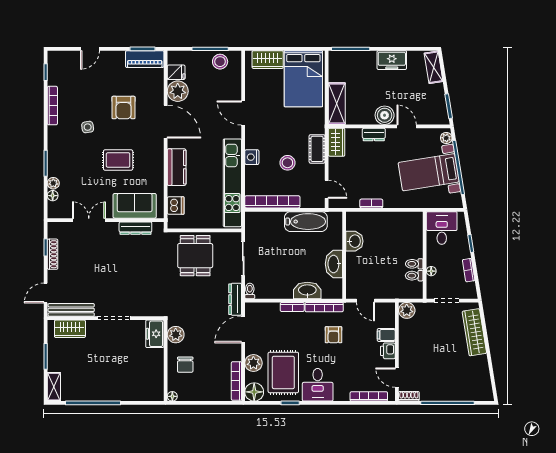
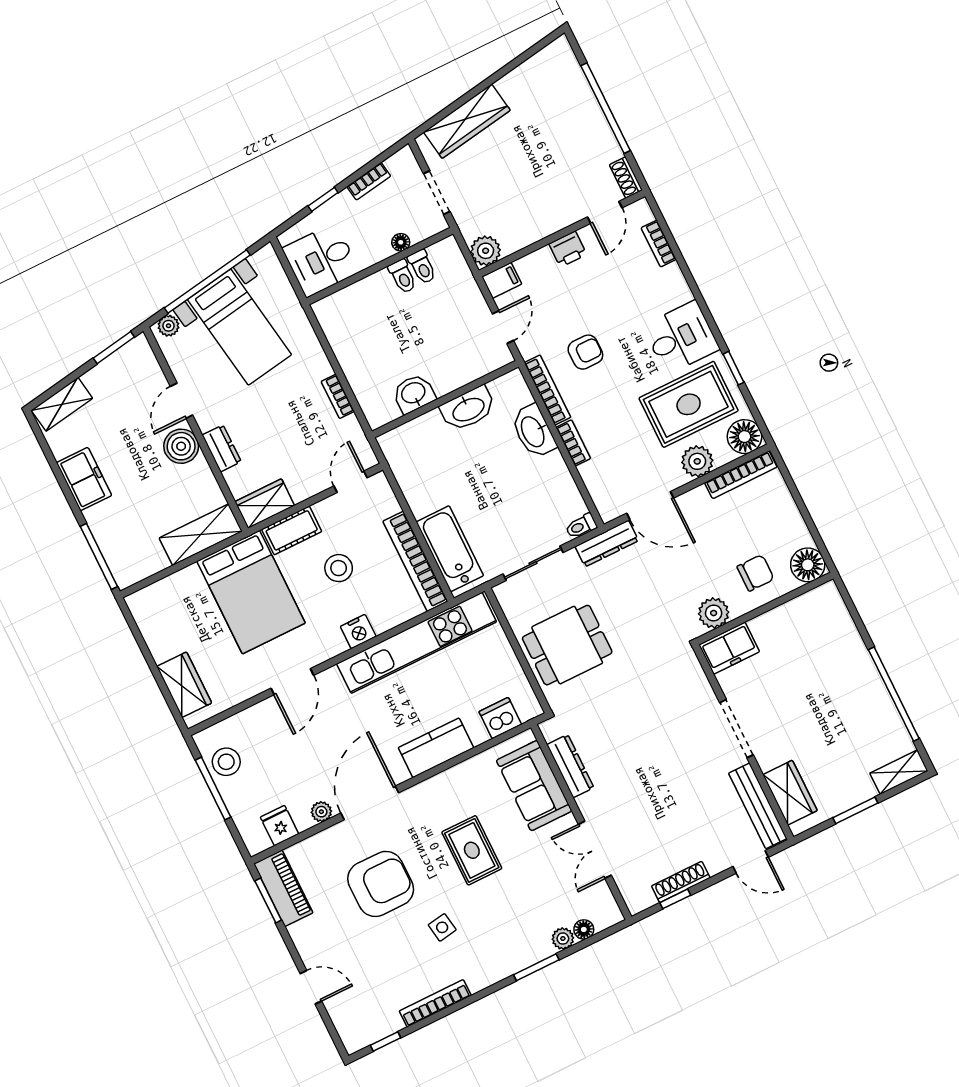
bed: (303, 79) -> (251, 592), moved, turned 90
plant: (178, 91) -> (321, 812), width x0.53, depth x0.53
armchair: (124, 108) -> (381, 884), width x1.36, depth x1.36
bathtub: (306, 222) -> (450, 549), moved
filing cabinet: (386, 335) -> (502, 280), moved, turned -90
floor lamp: (172, 396) -> (808, 565), width x1.89, depth x1.89
bookcase: (369, 396) -> (659, 244), width x0.64

